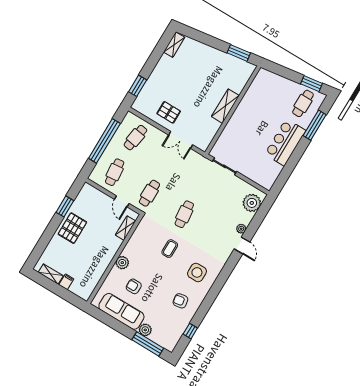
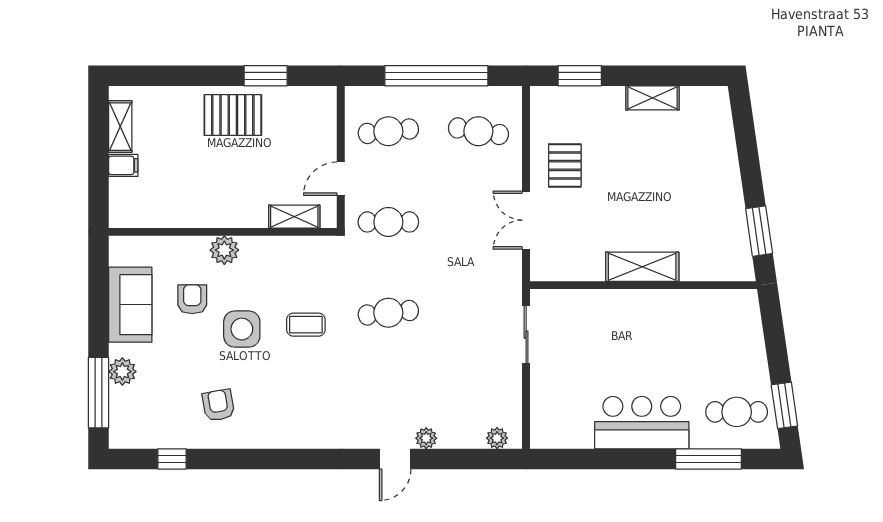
shelving: (174, 45) -> (652, 98), moved
plant: (252, 203) -> (497, 438), width x0.53, depth x0.53
side table: (197, 272) -> (242, 329), moved
sofa: (121, 311) -> (130, 305), width x0.73

